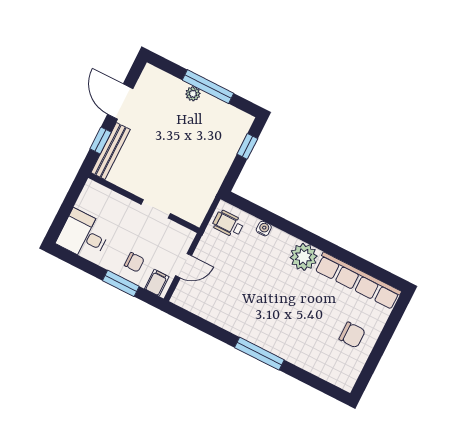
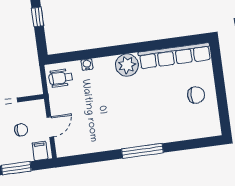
chair: (134, 262) -> (21, 130), moved

